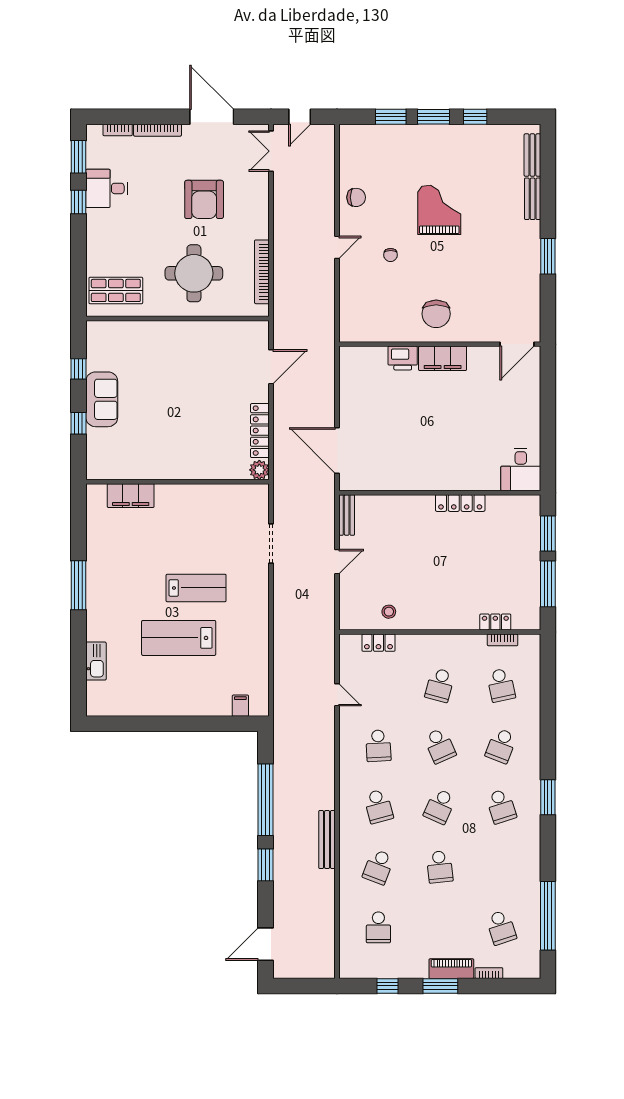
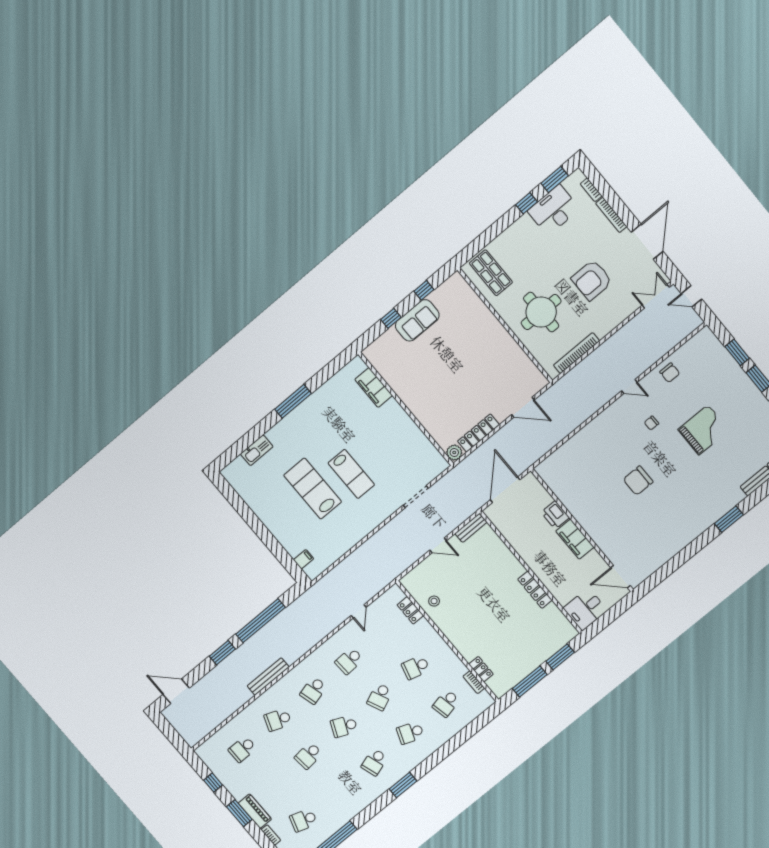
desk: (107, 188) -> (554, 210), width x1.37
wall: (440, 344) -> (582, 530), moved
door: (517, 344) -> (621, 577), moved
printer: (403, 358) -> (555, 515), moved
filing cabinet: (443, 358) -> (575, 539), moved
school desk: (501, 927) -> (303, 820), turned 36

